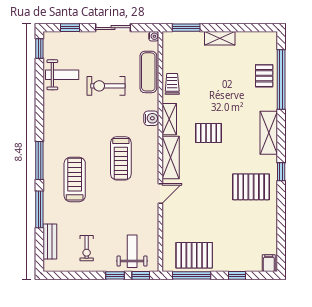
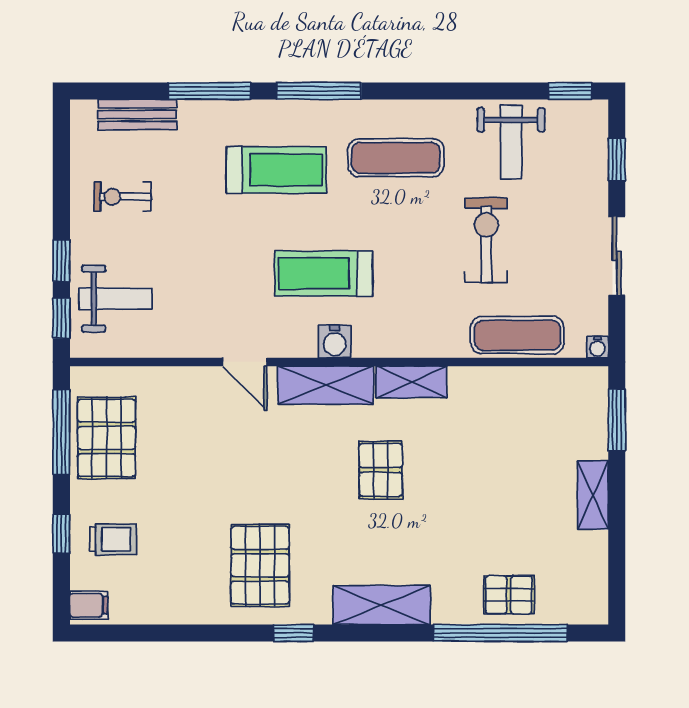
trolley: (172, 84) -> (113, 539), moved
water cooler: (151, 118) -> (335, 341), moved
exercise mat: (69, 126) -> (396, 158), added

